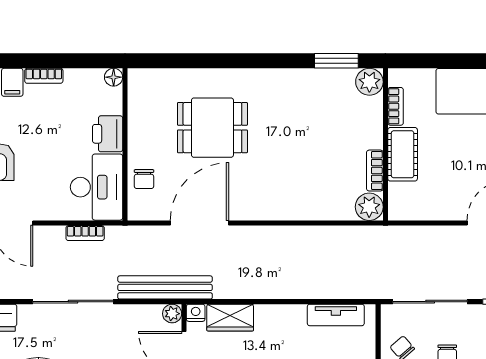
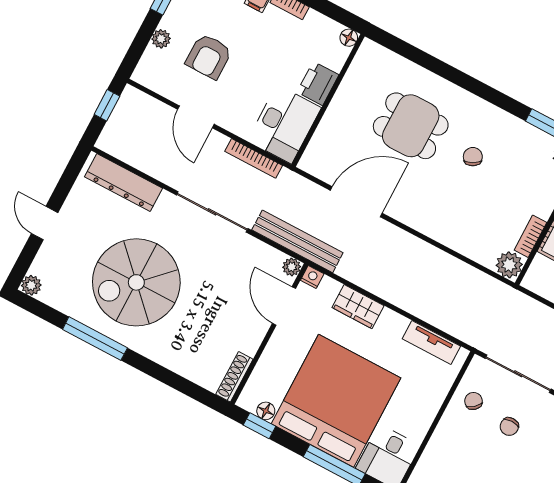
chair: (144, 179) -> (473, 157), moved, turned 152
bookcase: (85, 233) -> (254, 158), width x1.56
wardrobe: (230, 318) -> (358, 307), moved

